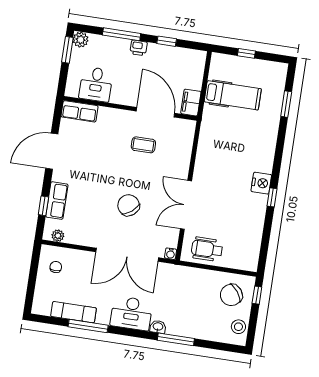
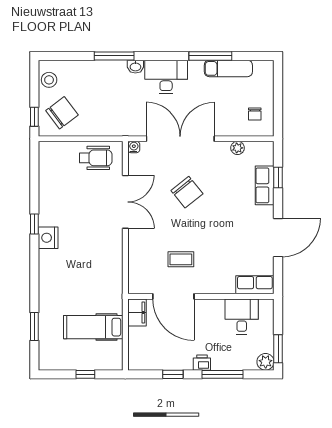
plant: (58, 236) -> (238, 148), moved

